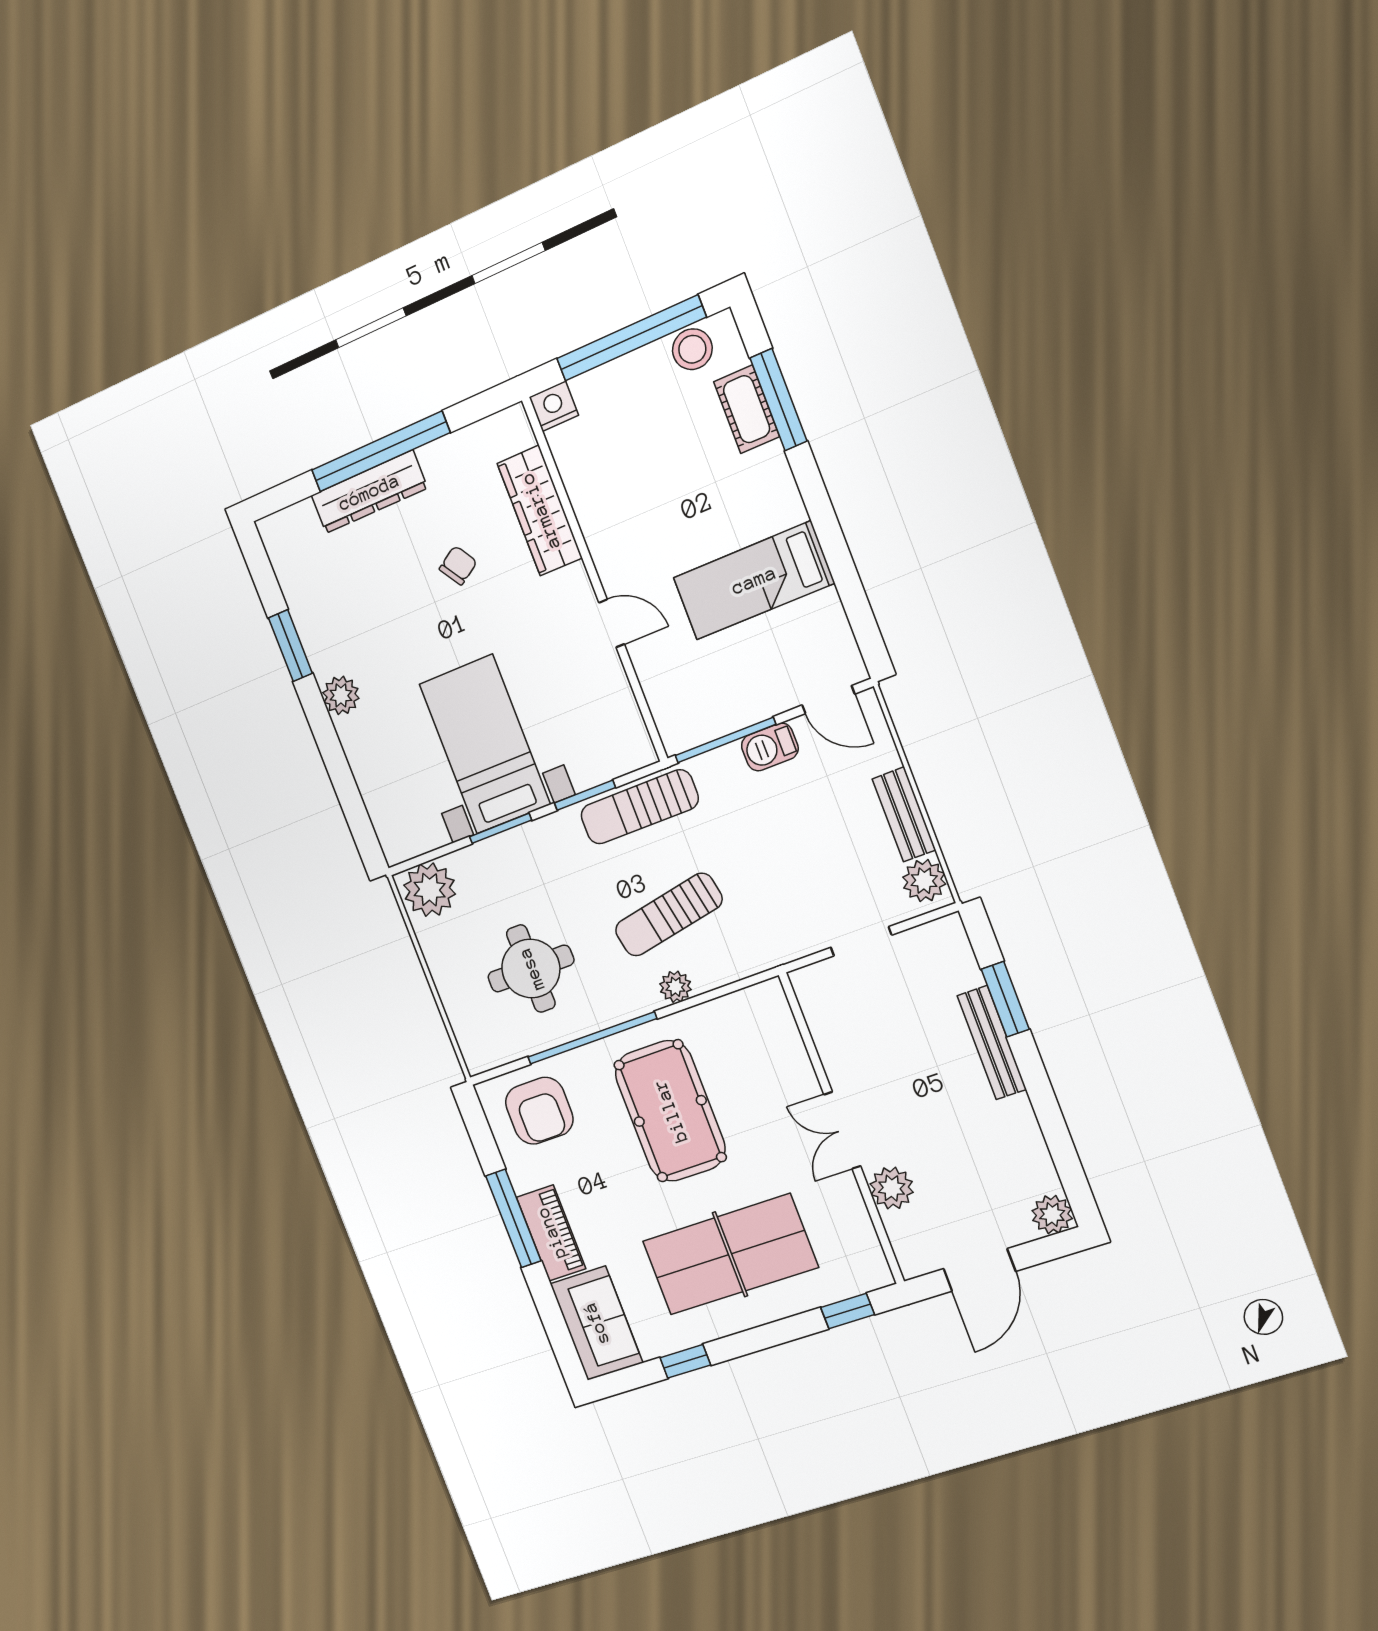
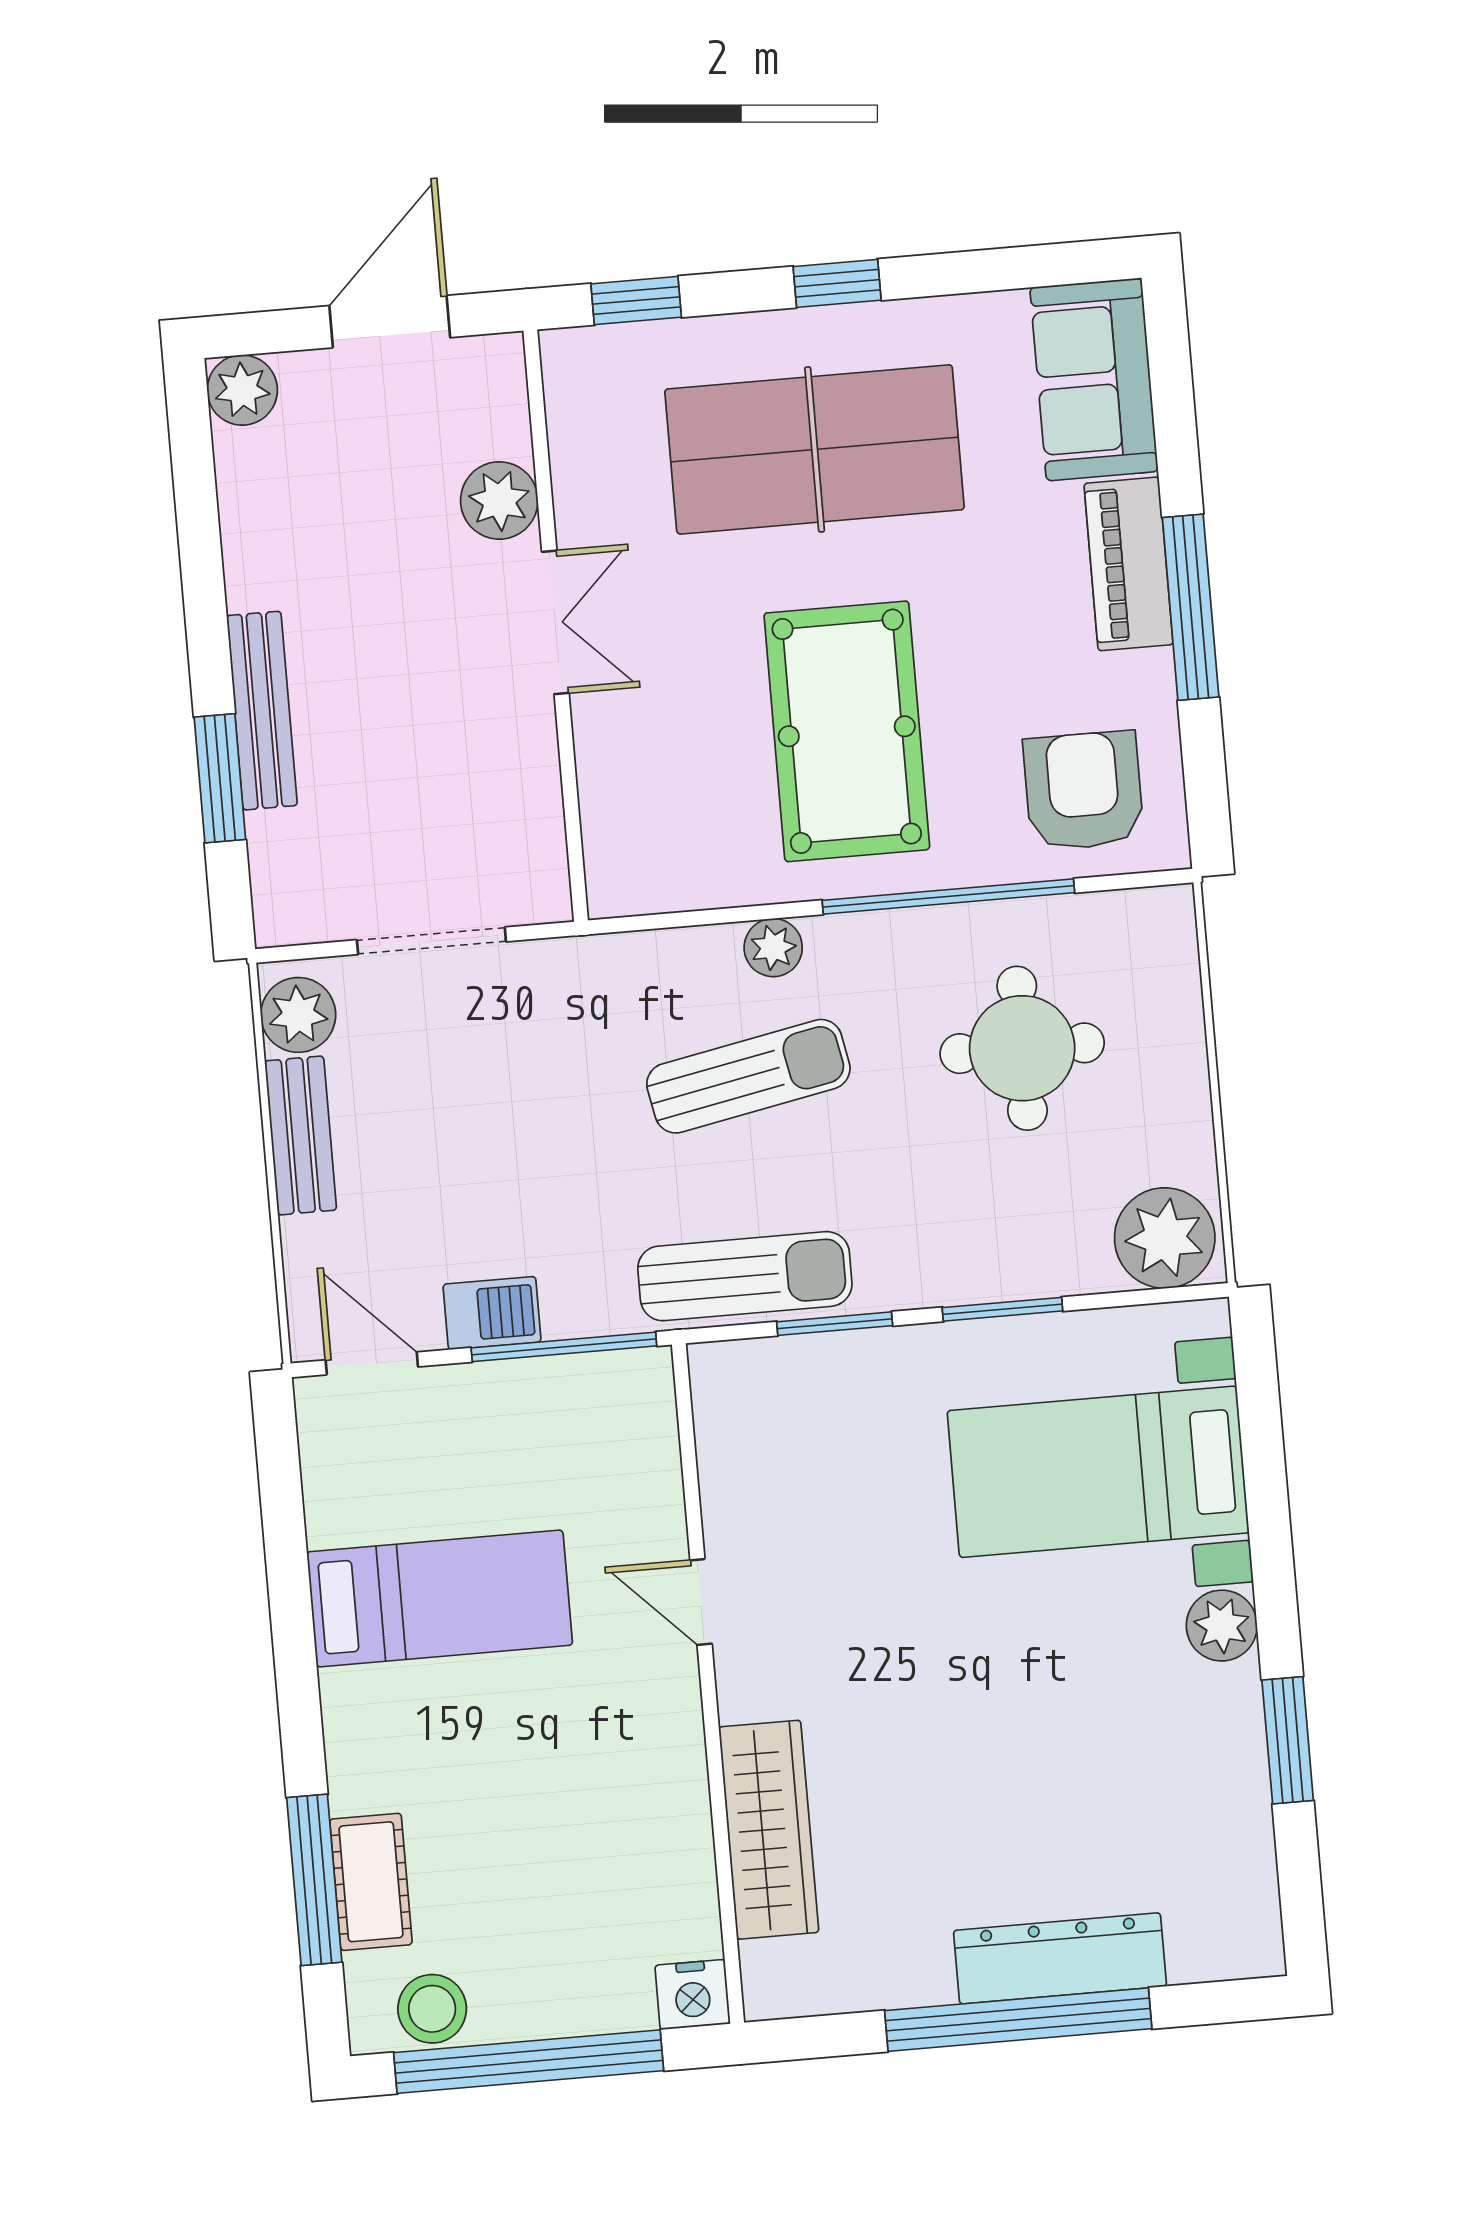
chair: (458, 565) -> (940, 1783), removed
bed with nightstands: (485, 744) -> (1098, 1472), moved, turned 90
doorway: (861, 941) -> (431, 941), width x1.38
window: (685, 1361) -> (837, 283), moved

